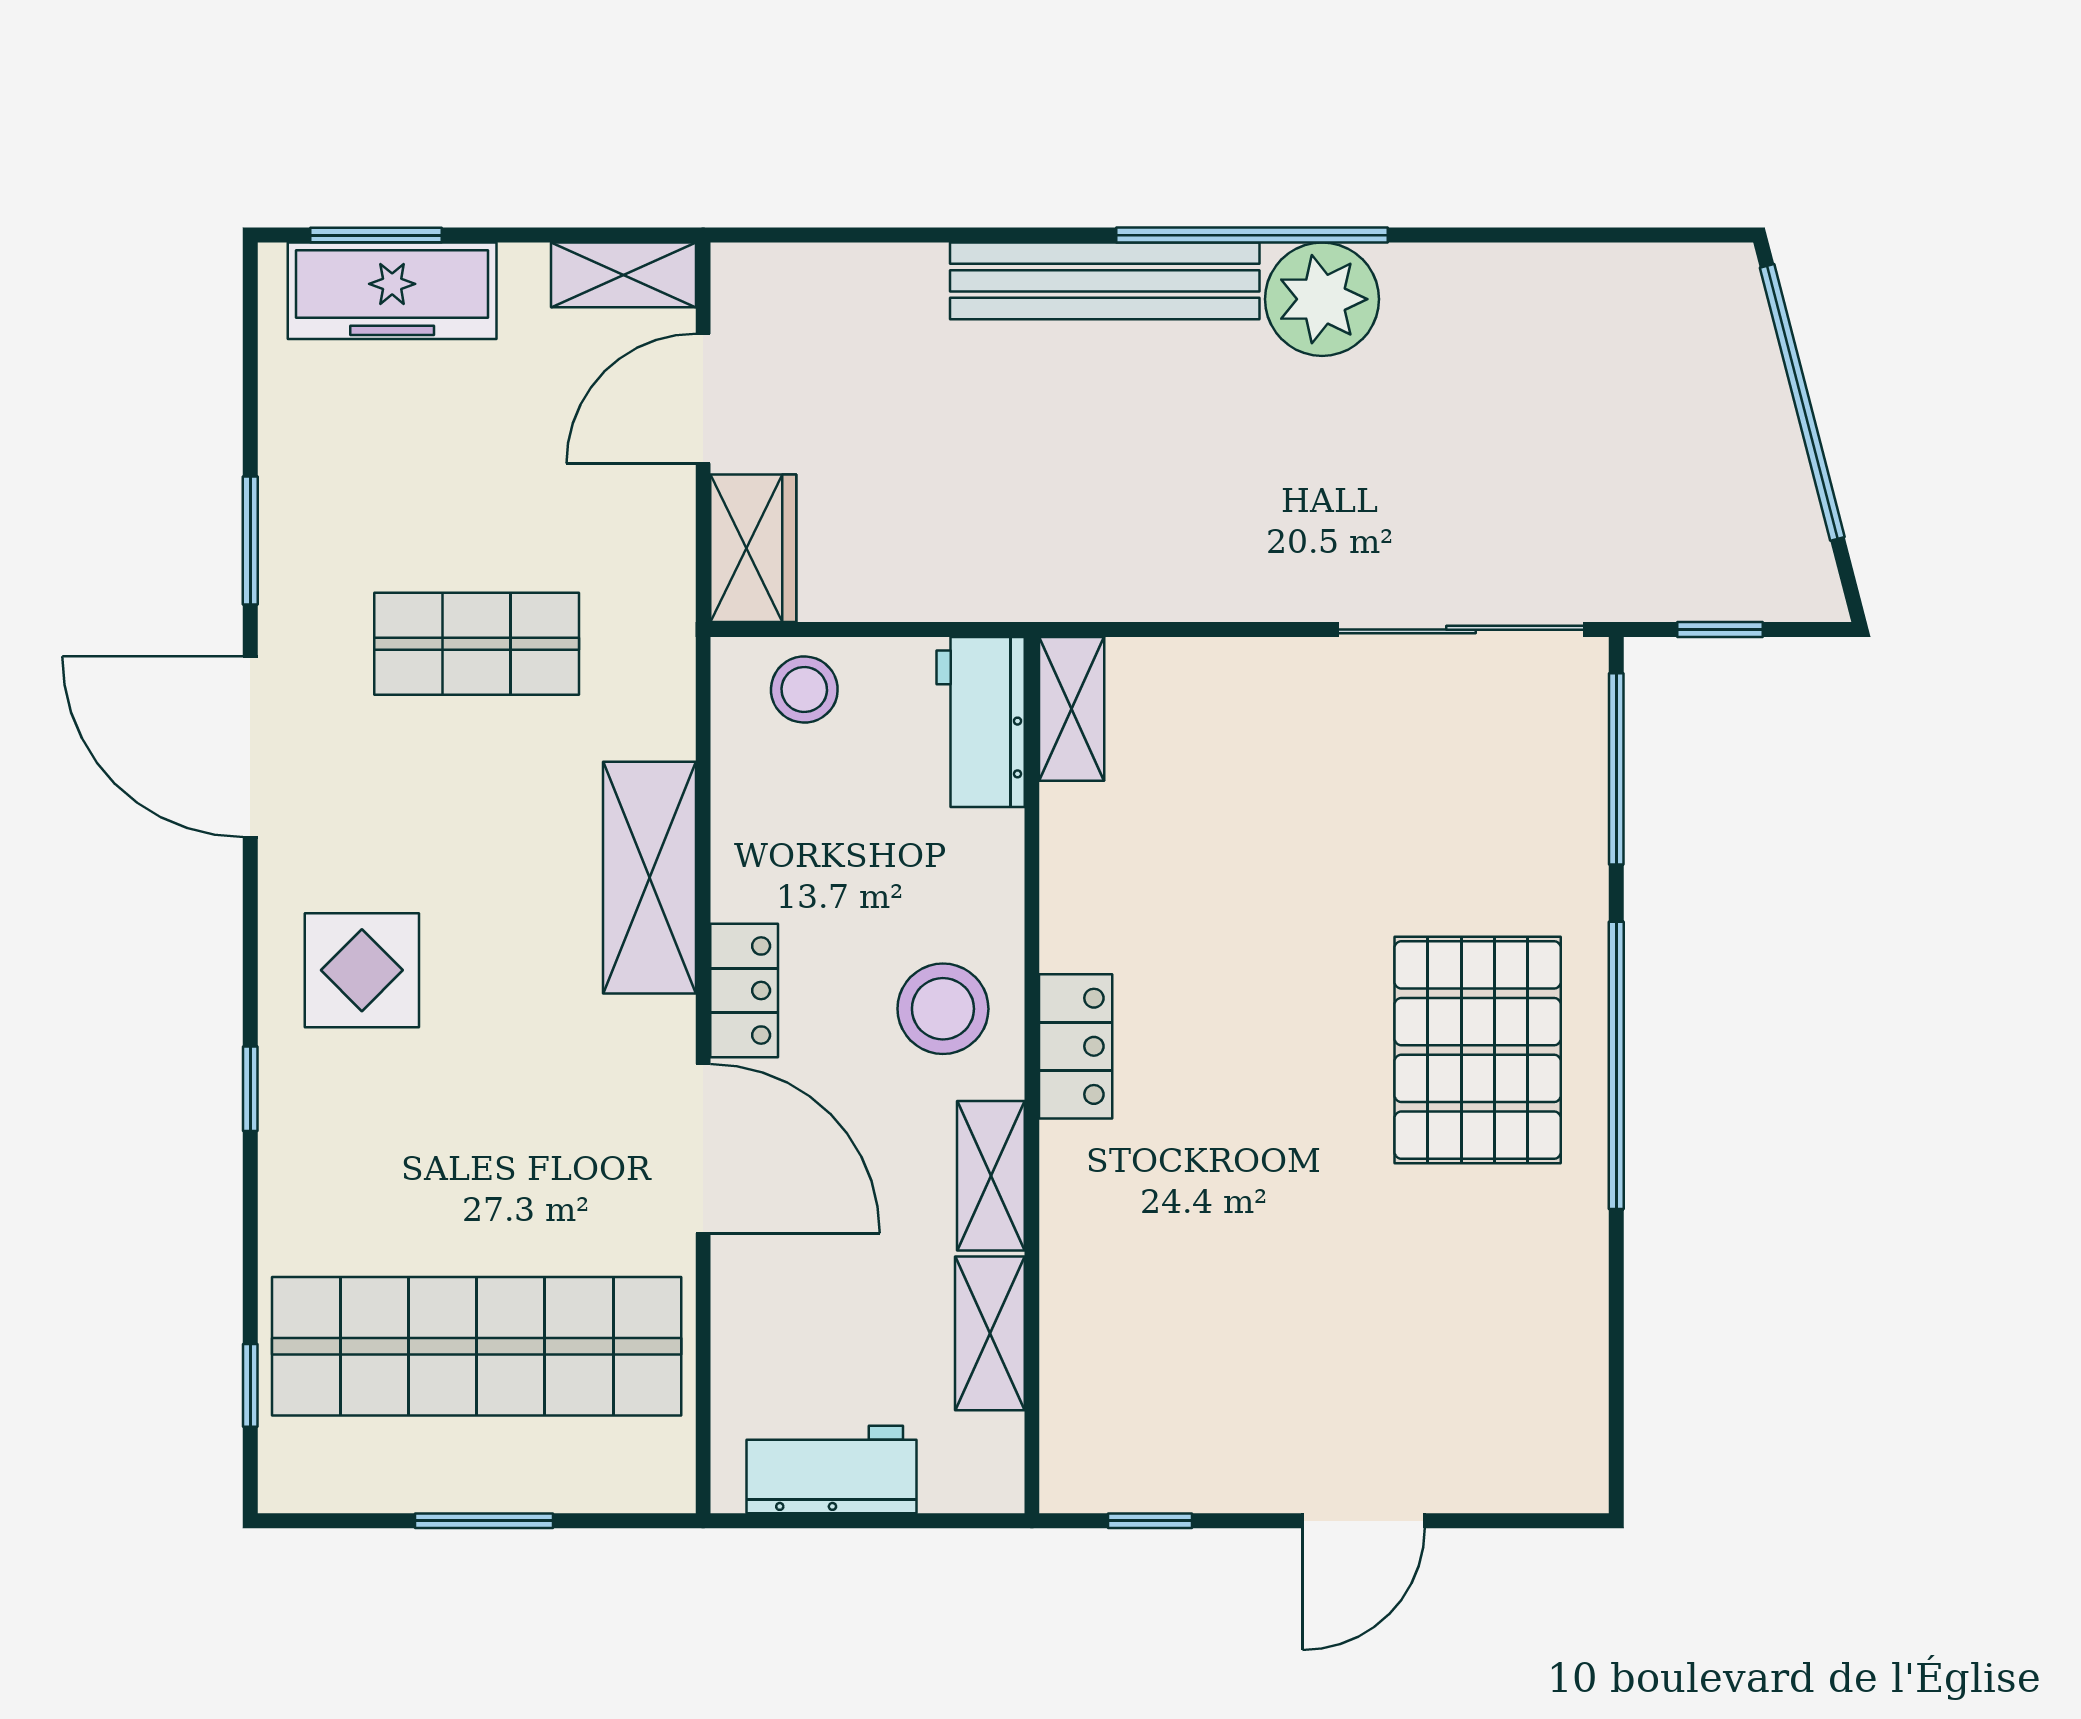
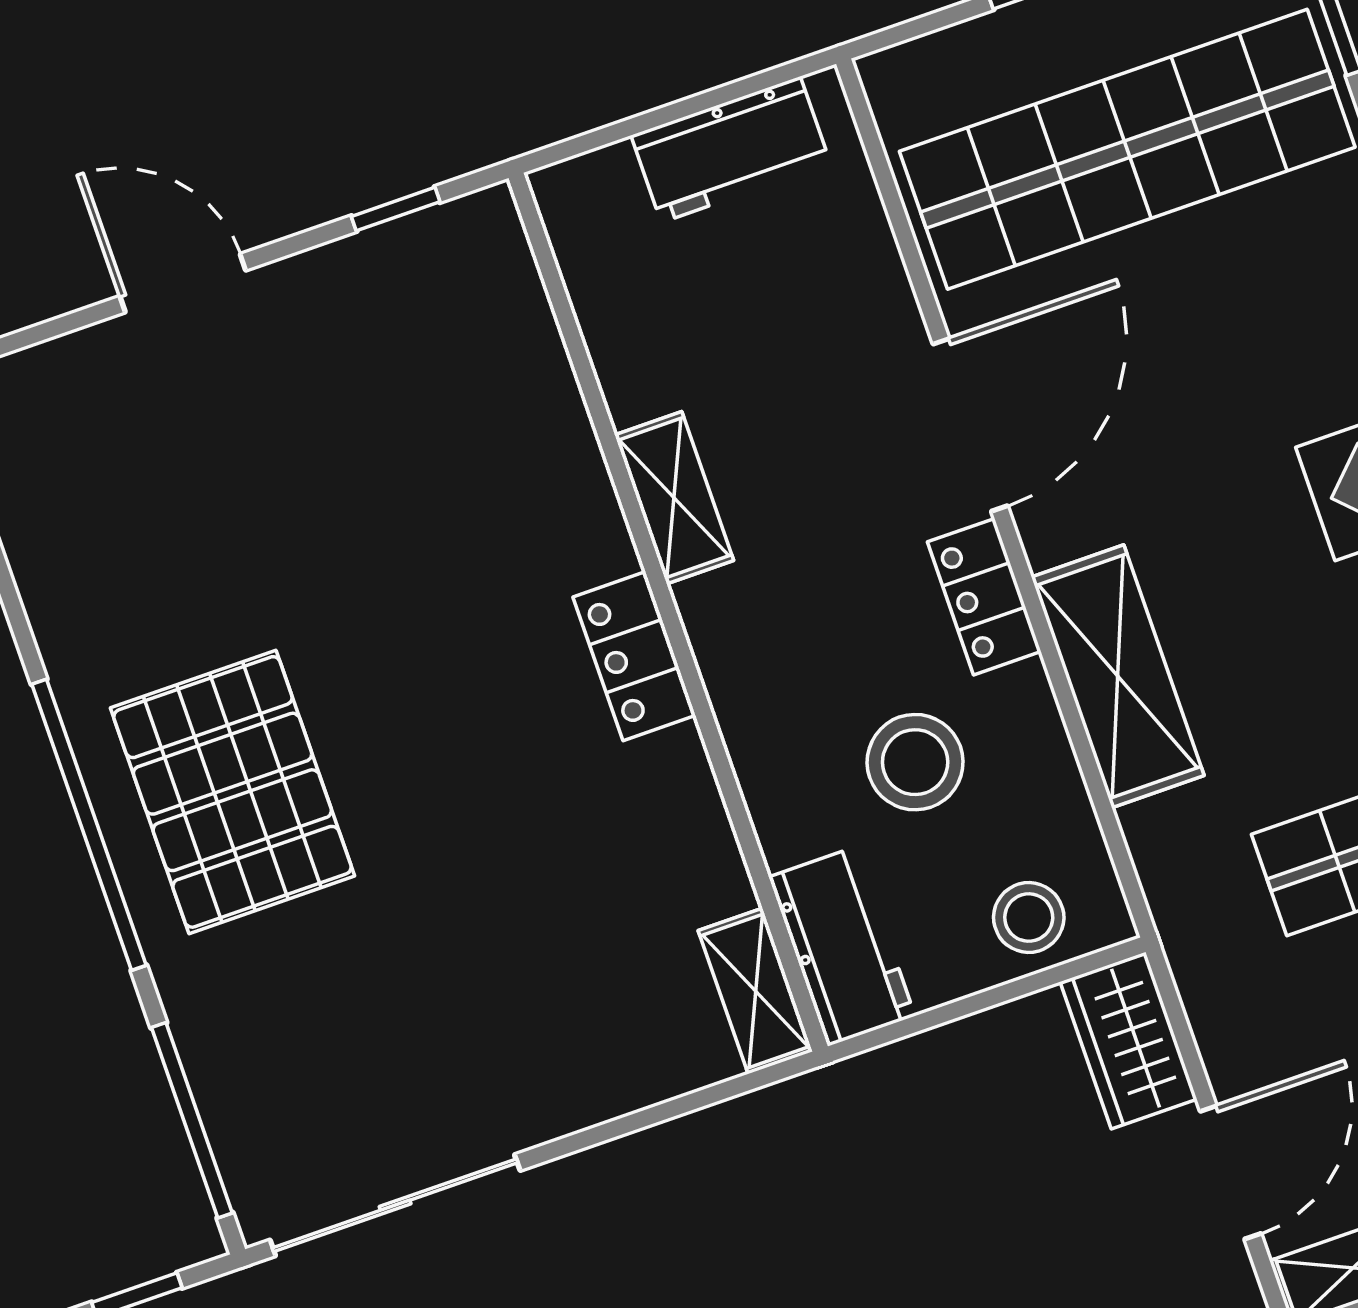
stool: (943, 1009) -> (915, 762), moved
door: (703, 1149) -> (970, 425), swing flipped
shelving: (990, 1333) -> (620, 340), removed
door: (1364, 1521) -> (183, 283), hinge flipped

